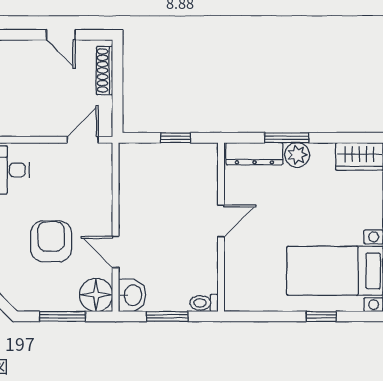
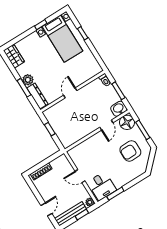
door: (61, 35) -> (46, 209), moved
door: (83, 140) -> (80, 176), moved
door: (221, 221) -> (70, 93), hinge flipped
armchair: (51, 241) -> (130, 151), moved

